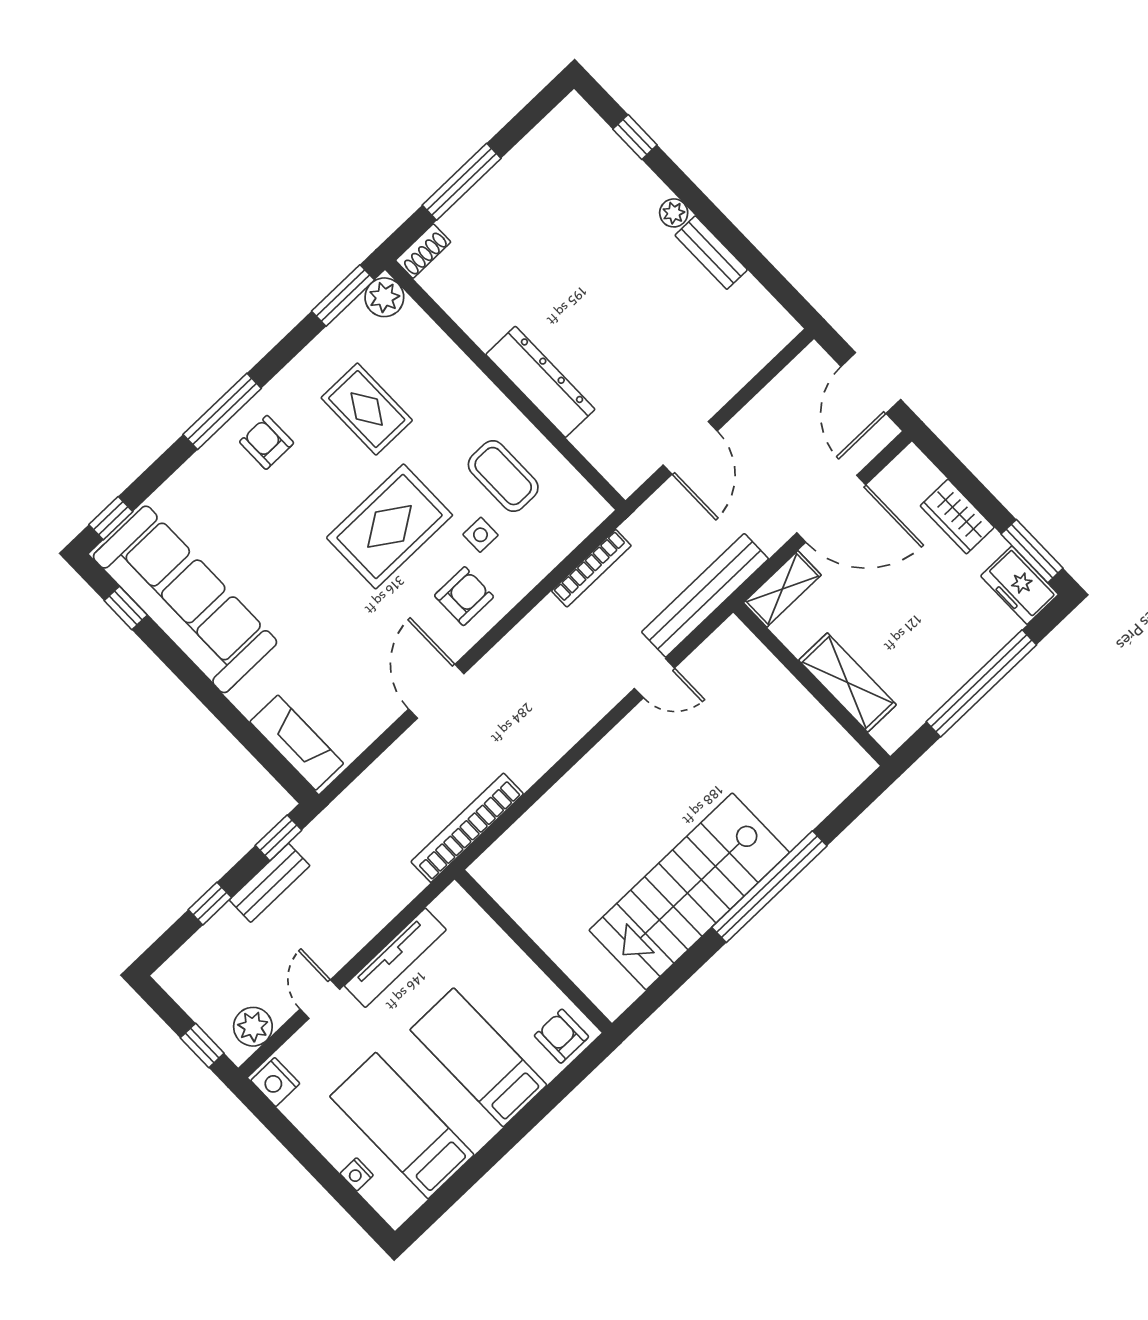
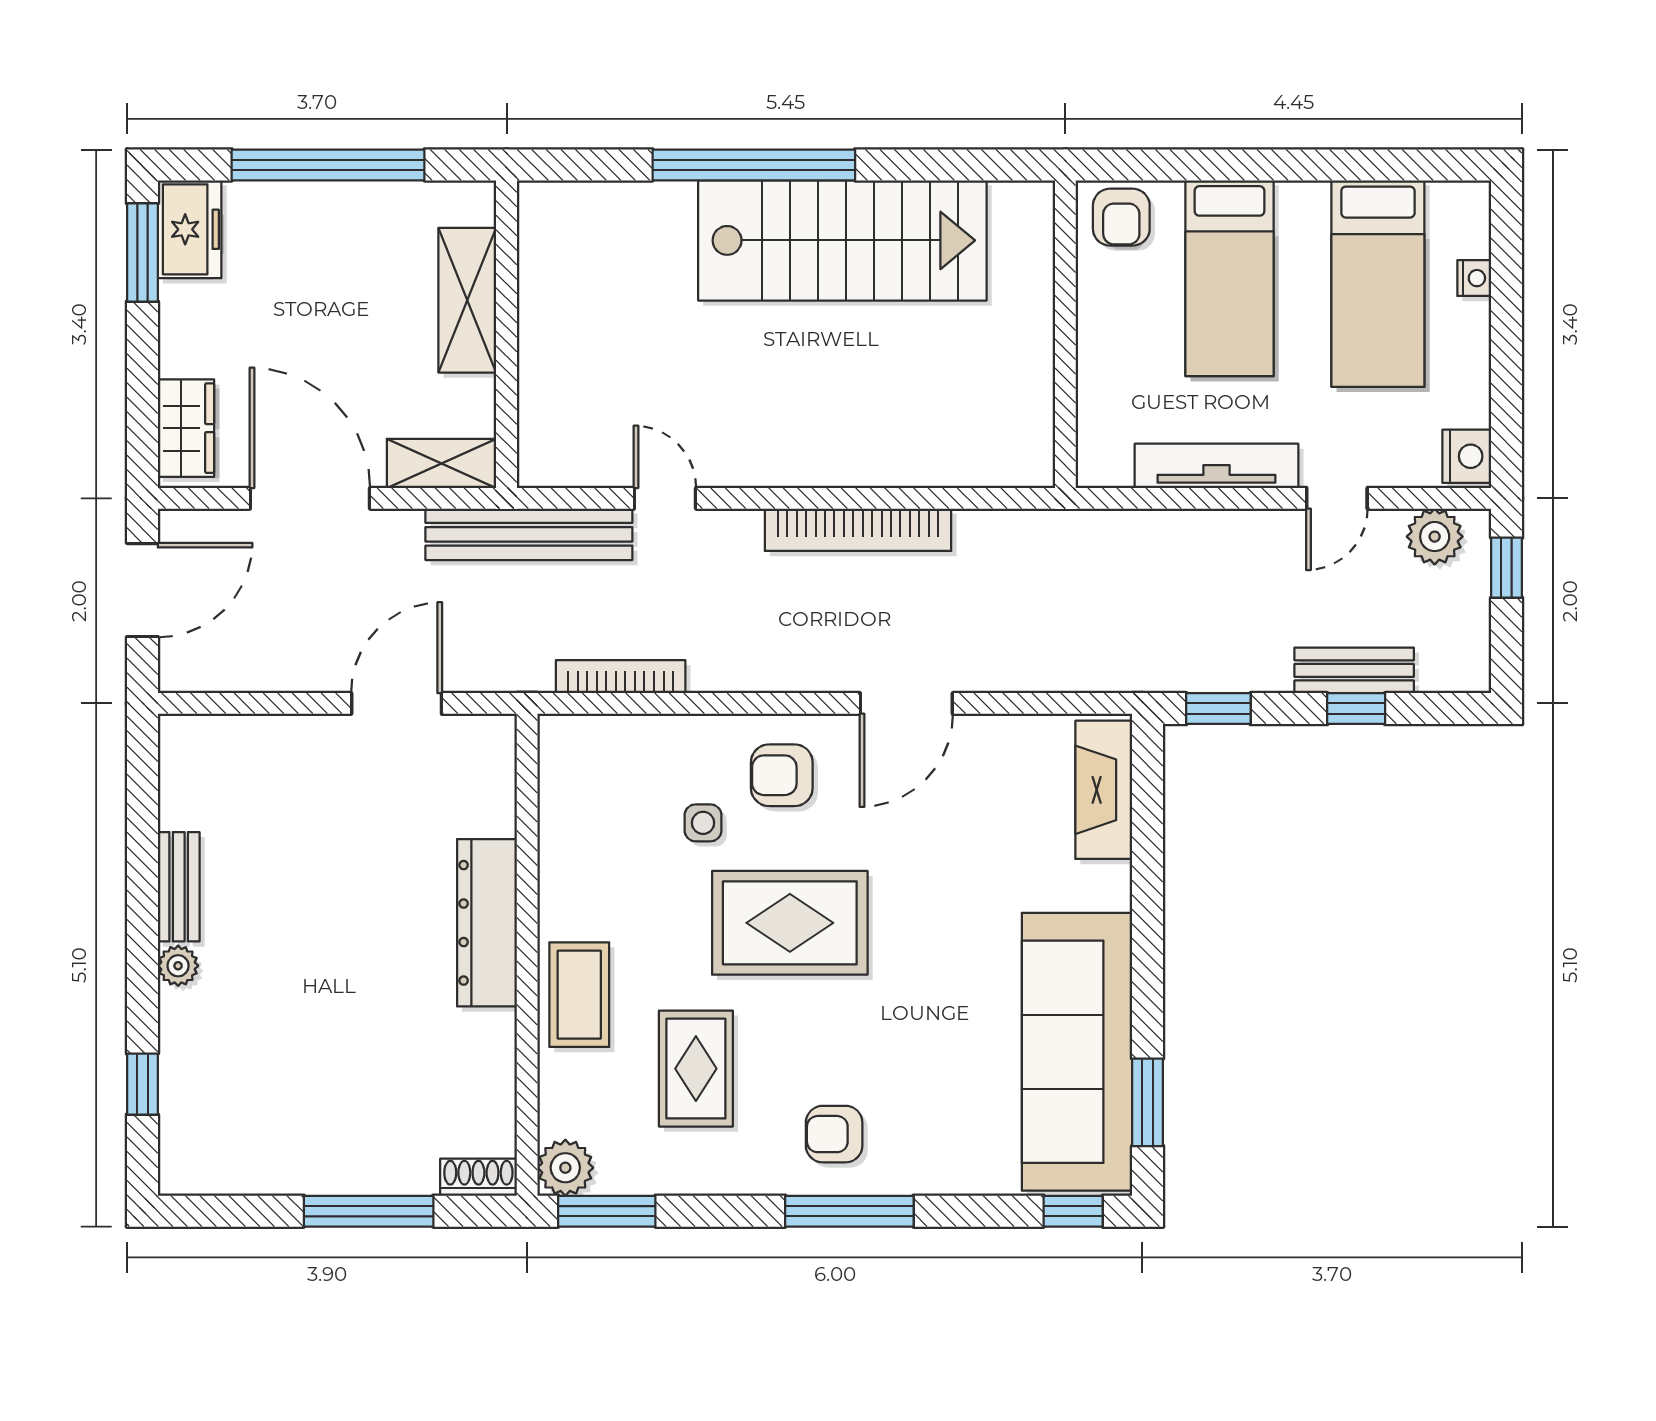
armchair: (267, 442) -> (834, 1134), turned 90
coffee table: (503, 476) -> (579, 995), moved
wardrobe: (957, 517) -> (186, 428), moved
window: (126, 608) -> (1148, 1102), width x1.50
bookcase: (467, 828) -> (858, 530), moved
bench: (270, 883) -> (1354, 670), moved

